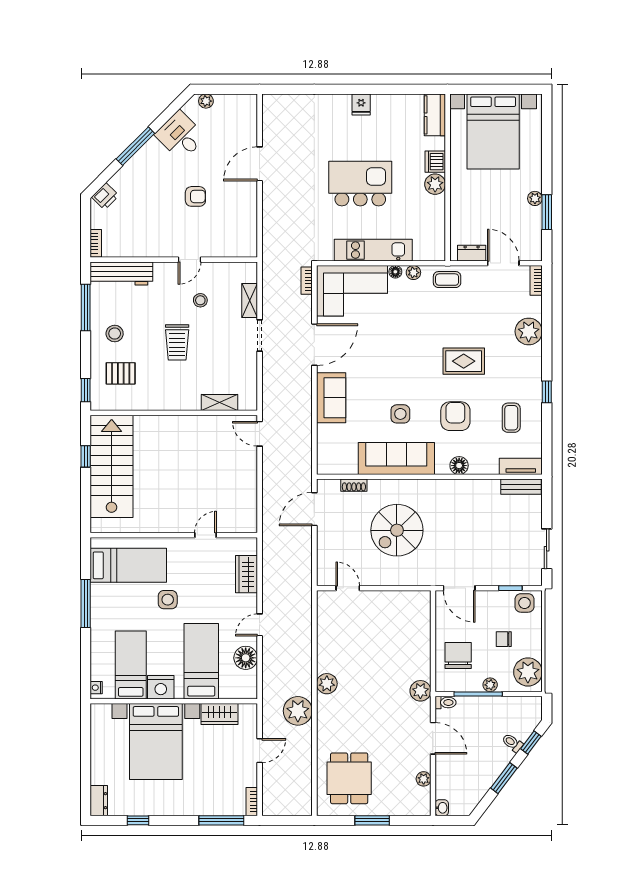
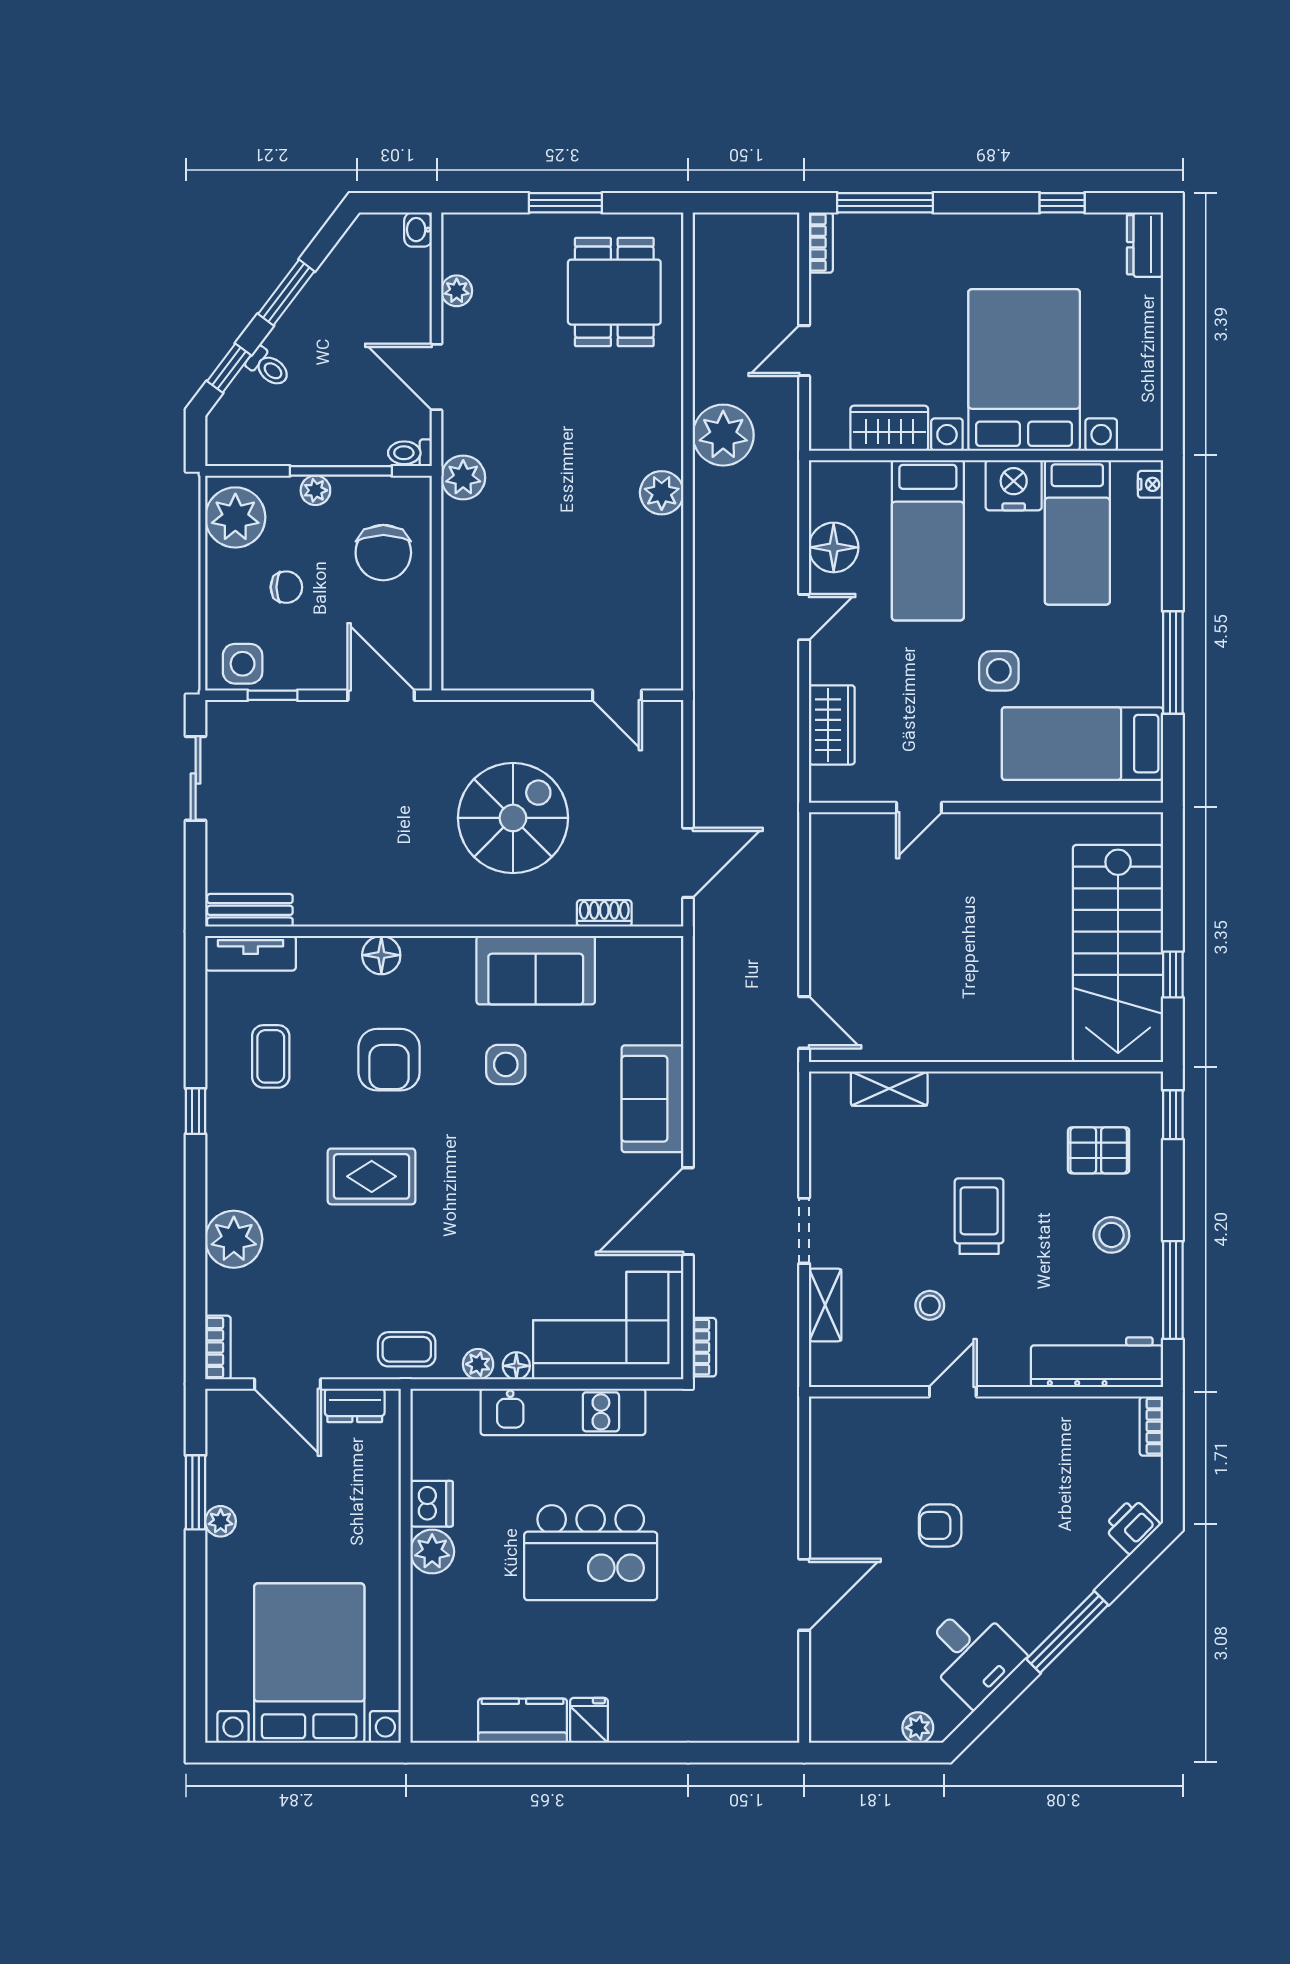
kitchen counter: (435, 115) -> (523, 1721), moved, turned -90
dishwasher: (435, 162) -> (432, 1504), moved
sofa: (396, 458) -> (536, 970), width x0.73

